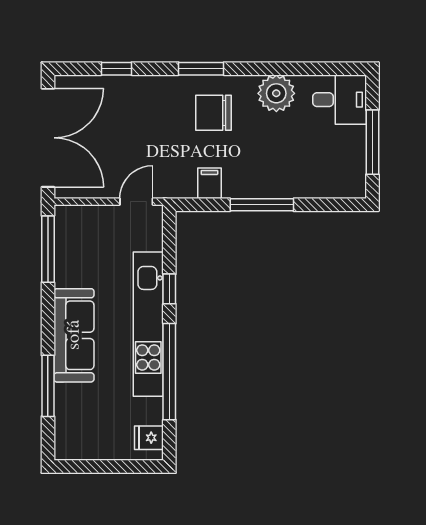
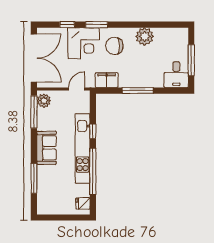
window: (201, 69) -> (97, 25), moved
desk: (340, 100) -> (176, 75), moved, turned 90
corner desk: (150, 107) -> (84, 43), added
filing cabinet: (209, 183) -> (107, 80), width x2.00
plant: (68, 226) -> (44, 101), added
sofa: (74, 335) -> (47, 148), width x0.73

